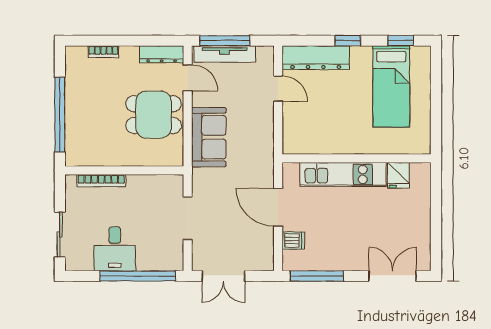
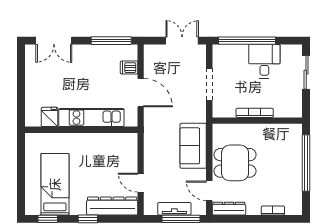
tv unit: (225, 54) -> (174, 209), width x0.71
bookcase: (101, 181) -> (255, 113), moved

